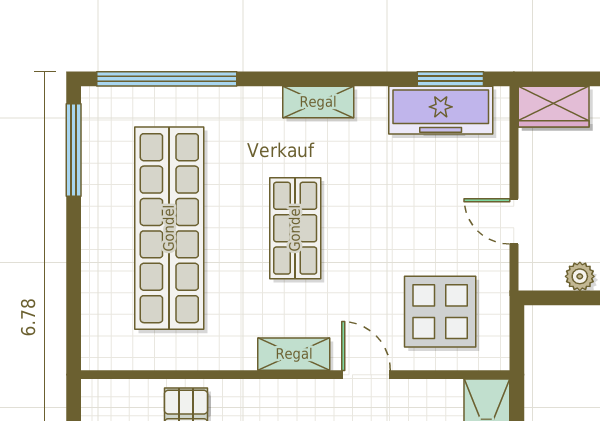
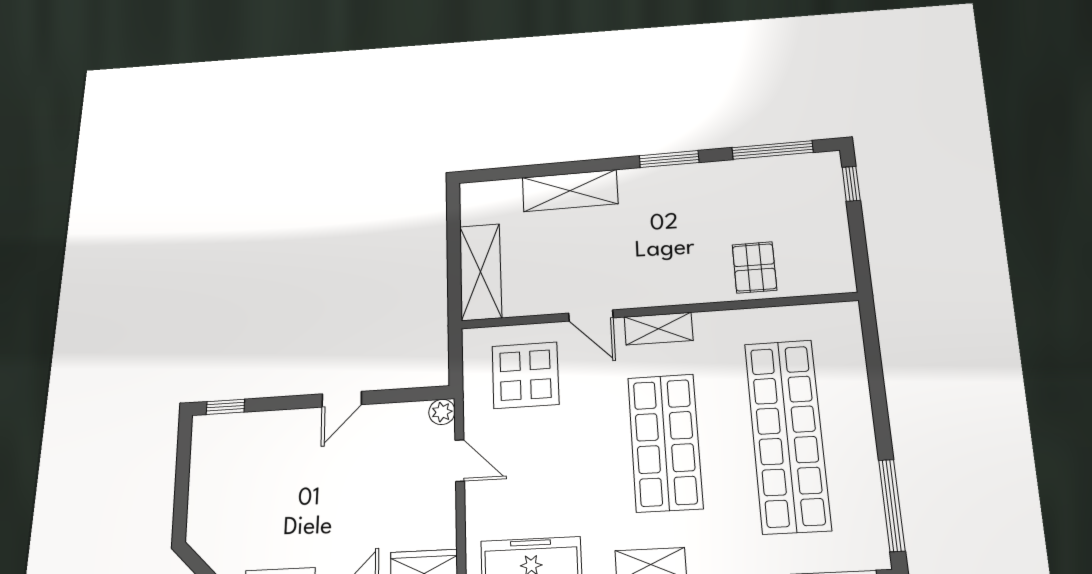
shop shelf: (295, 228) -> (665, 442), width x1.43, depth x1.36
plant: (580, 276) -> (442, 412), moved

